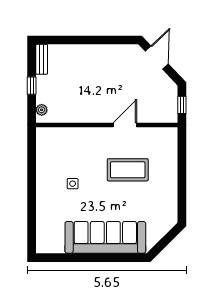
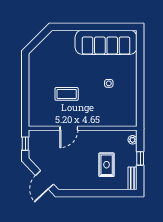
rug: (75, 77) -> (107, 165), added
coffee table: (128, 170) -> (67, 94), width x0.73, depth x0.76
sofa: (105, 237) -> (106, 42), moved

